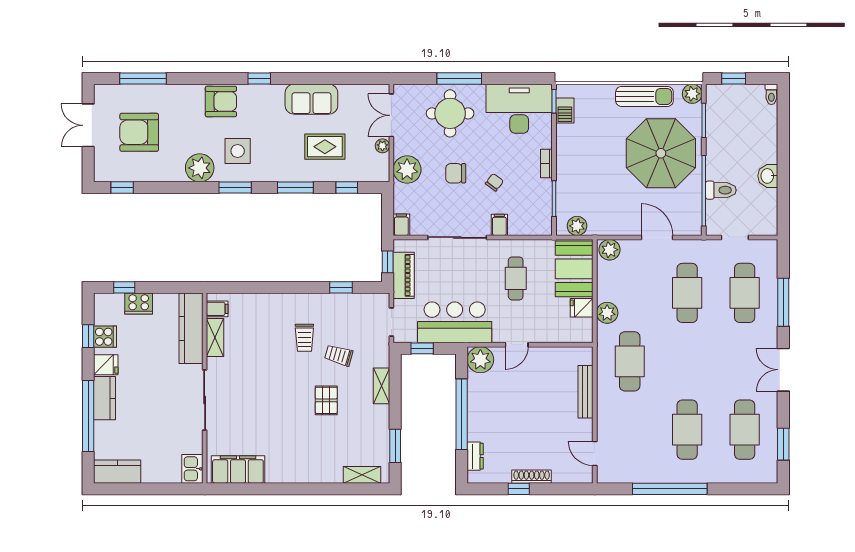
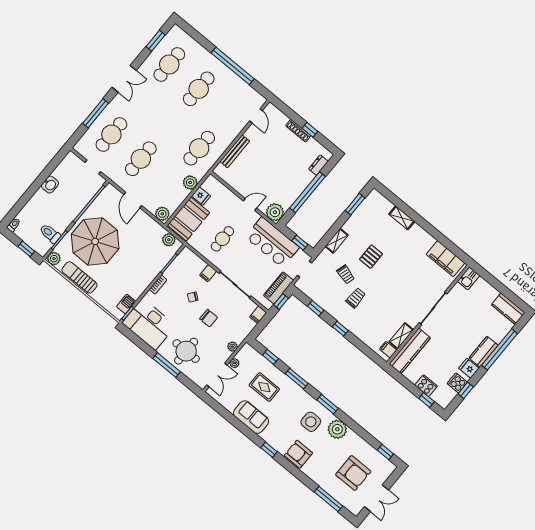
plant: (407, 170) -> (232, 347), width x0.53, depth x0.53
toilet: (721, 190) -> (50, 234), moved
window: (293, 287) -> (340, 329), added
shelving: (362, 475) -> (402, 218), moved

